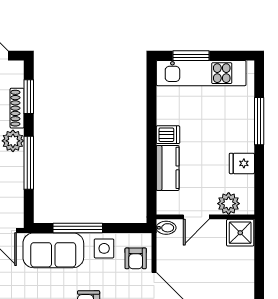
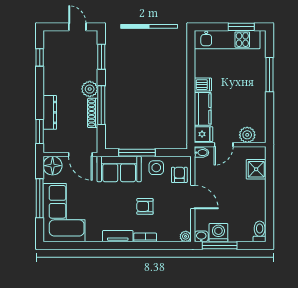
window: (191, 56) -> (241, 27), moved
shoe rack: (17, 108) -> (93, 113), moved
fridge: (242, 163) -> (203, 134), moved, turned 180
shower: (240, 233) -> (256, 169), moved
armchair: (136, 258) -> (179, 175), turned 180

